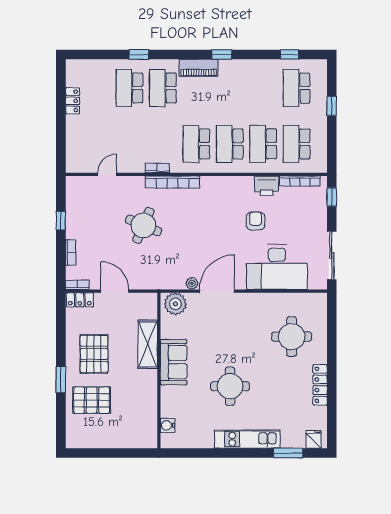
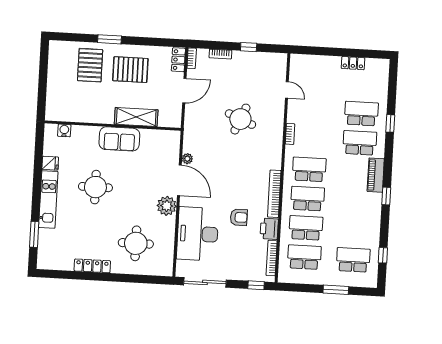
window: (332, 106) -> (336, 290), width x1.50
bookcase: (173, 182) -> (274, 194), moved
plant: (175, 304) -> (167, 206), moved
fridge: (314, 439) -> (50, 163), moved

